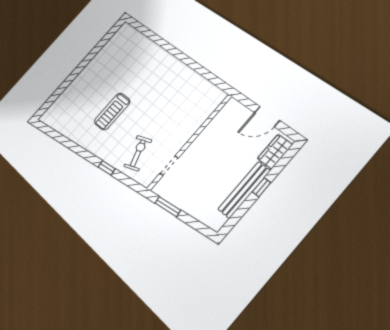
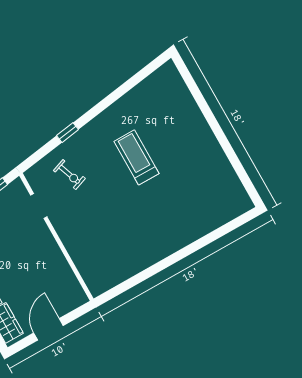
exercise bike: (138, 153) -> (69, 174), width x0.73, depth x0.72

